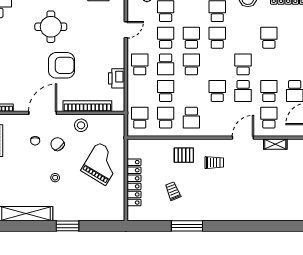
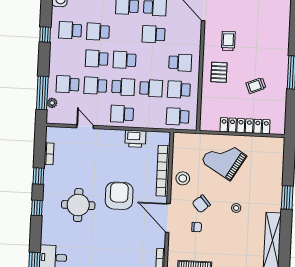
school desk: (166, 91) -> (151, 88), turned 180

